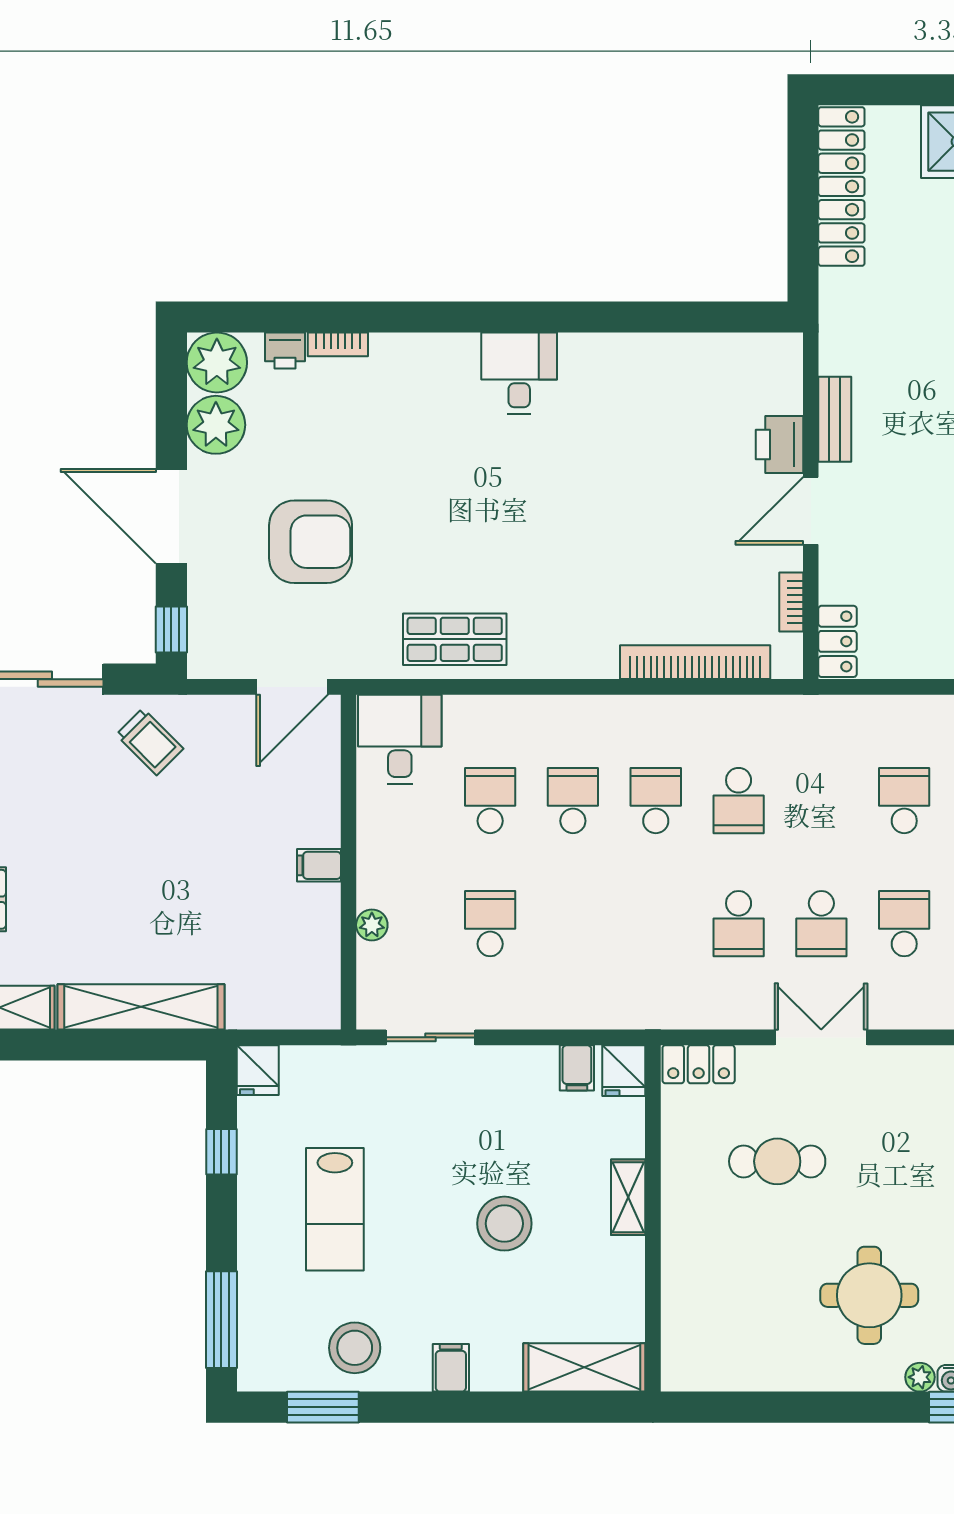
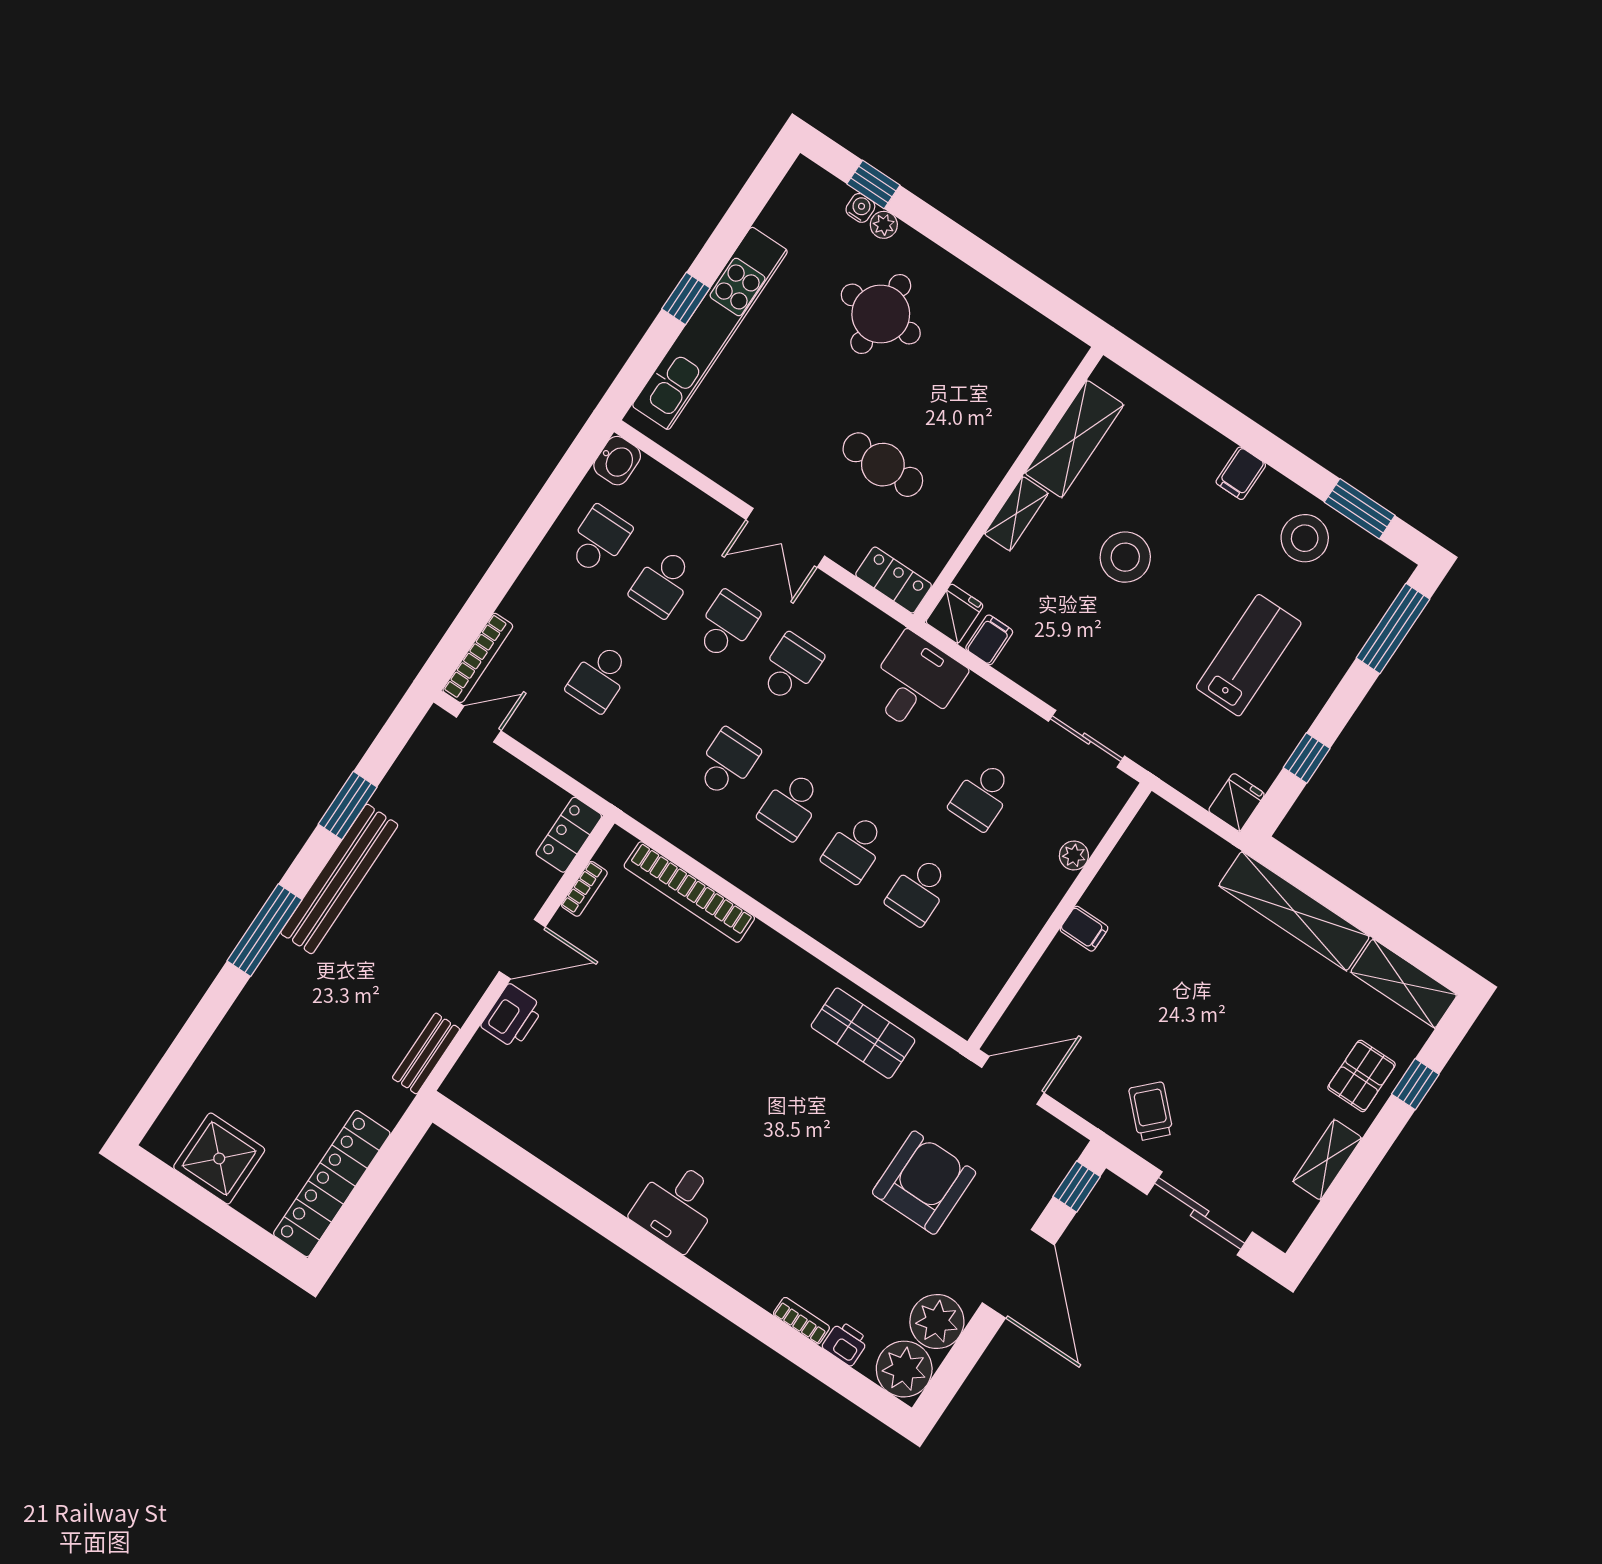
bench: (835, 419) -> (426, 1053), moved
armchair: (311, 542) -> (924, 1183), turned 90
desk: (400, 739) -> (915, 683), moved, turned 180
shelving: (584, 1367) -> (1074, 439), moved, turned 90

